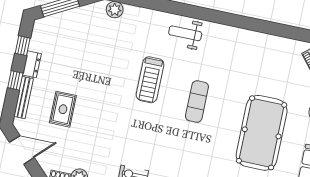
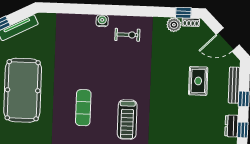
dresser: (32, 64) -> (231, 126), moved
treadmill: (150, 80) -> (127, 120), turned 180

